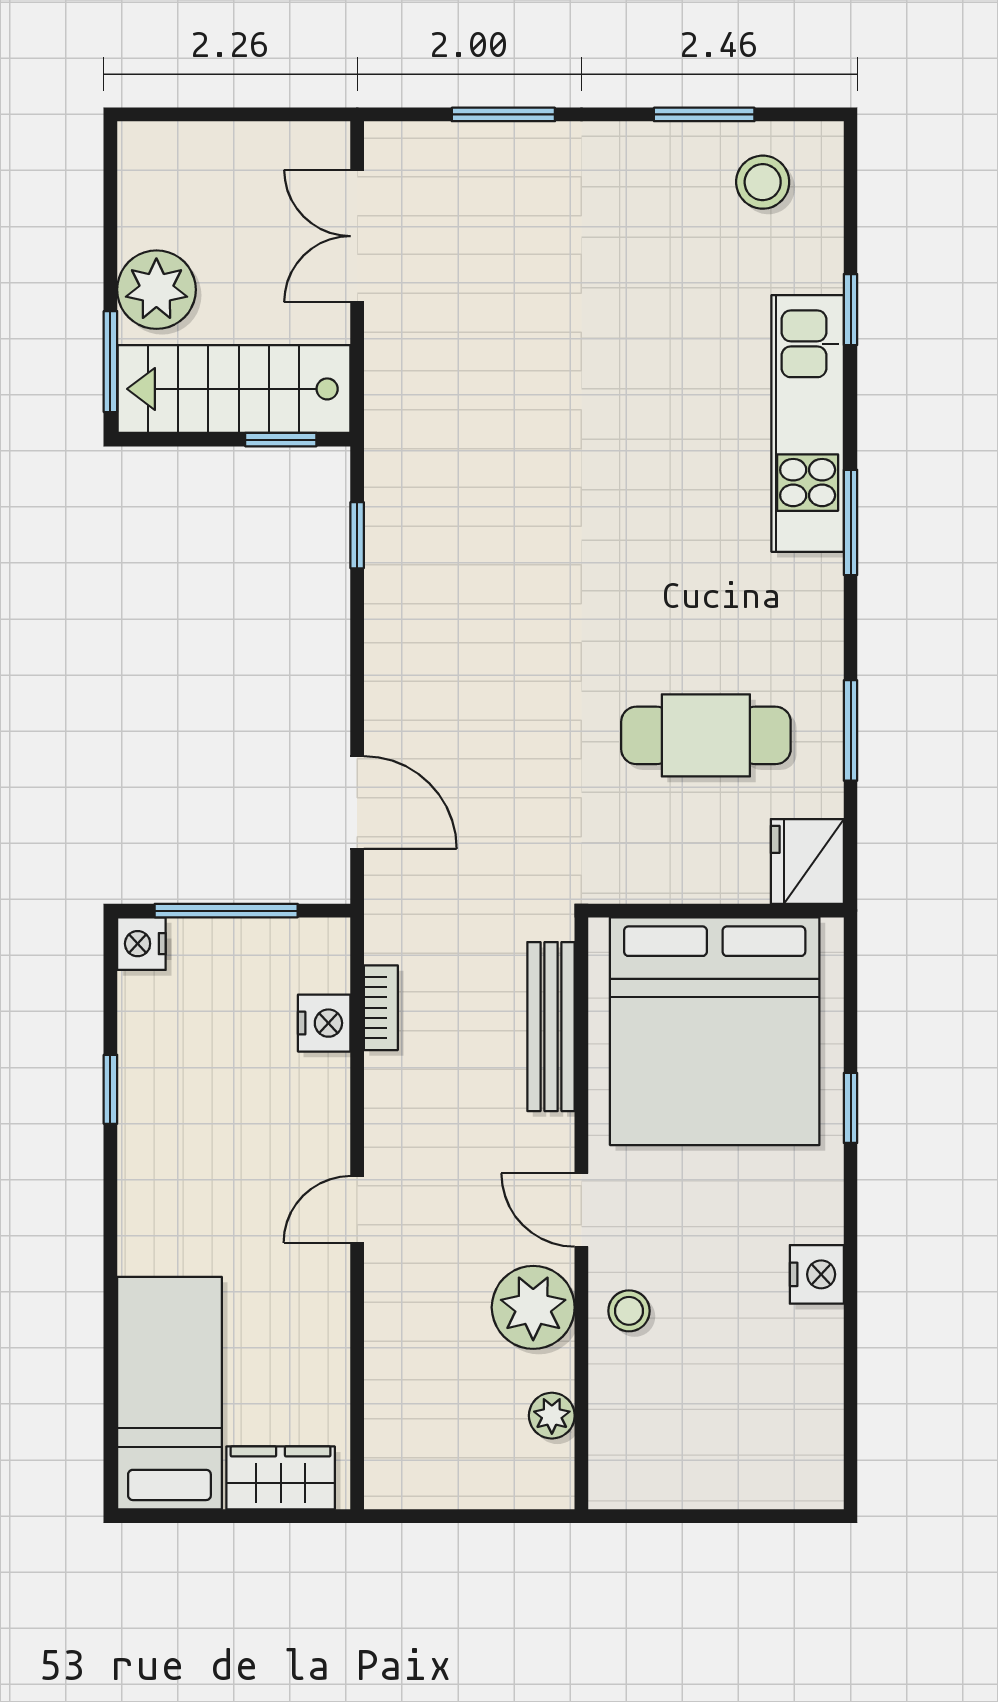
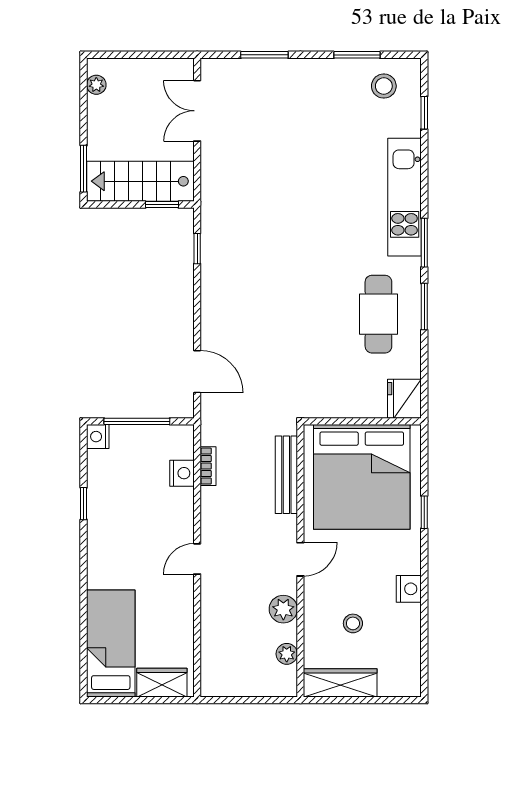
plant: (156, 290) -> (96, 85), moved, width x0.53, depth x0.53
window: (851, 310) -> (424, 113), moved
window: (851, 730) -> (424, 307), moved
cafe table: (706, 735) -> (378, 314), moved, turned 90
door: (581, 1210) -> (300, 559), swing flipped
plant: (533, 1307) -> (283, 609), width x0.73, depth x0.73
stool: (629, 1311) -> (353, 623), moved
wardrobe: (668, 1479) -> (340, 683), added

